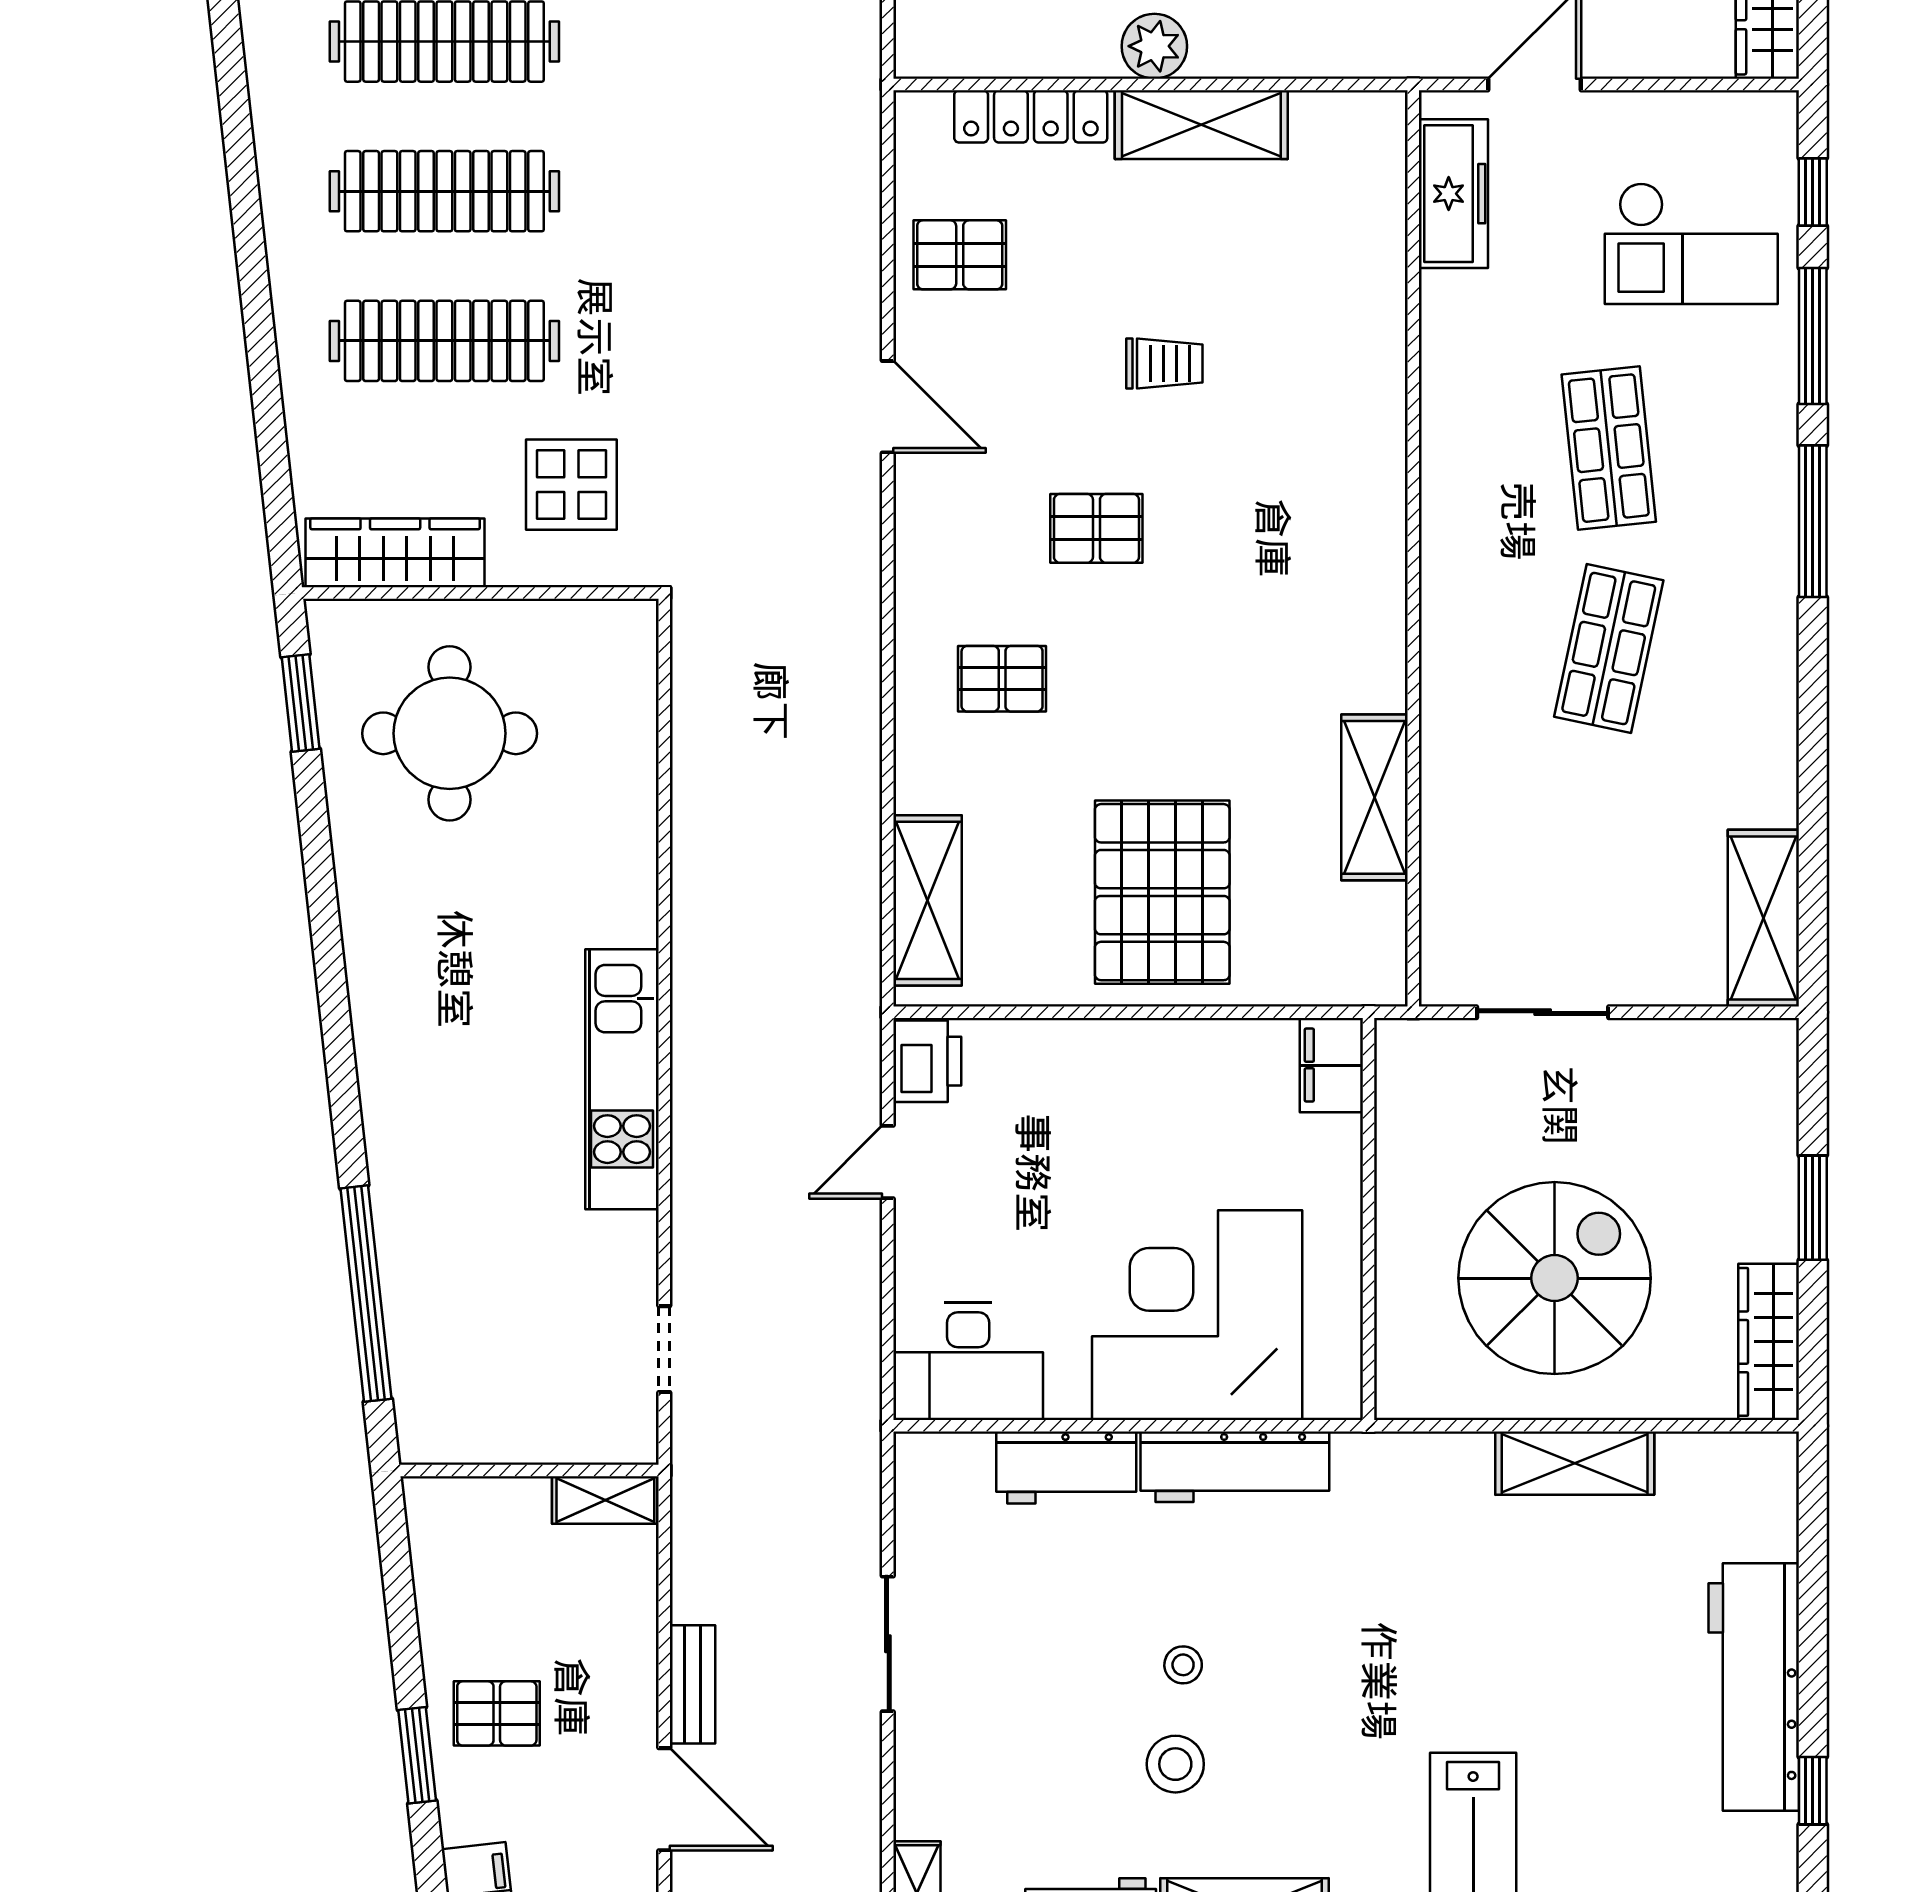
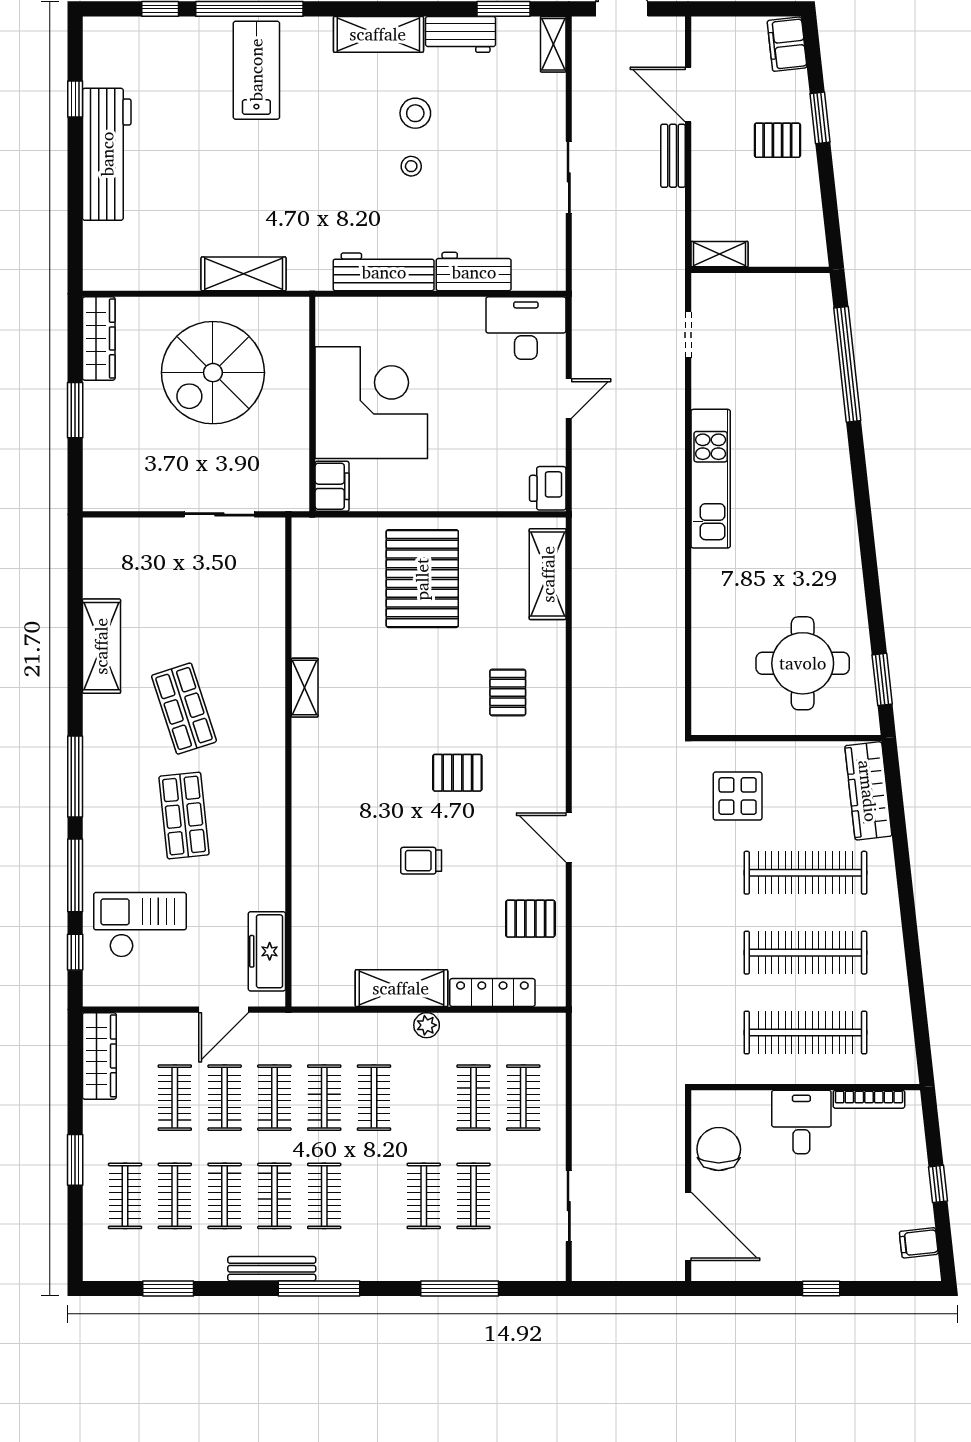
plant: (1154, 46) -> (427, 1025), width x0.73, depth x0.73
wardrobe: (395, 553) -> (868, 791), moved, turned 84
shop shelf: (1609, 649) -> (184, 709), turned -30
pallet: (1002, 679) -> (508, 692), turned 90
shelving: (1374, 797) -> (305, 688), moved, width x0.67, depth x0.75
shelving: (1763, 918) -> (101, 646), moved
door: (888, 1162) -> (569, 398), moved
corner desk: (1197, 1315) -> (371, 403), moved, turned -90
shelving: (1575, 1463) -> (244, 274), moved

